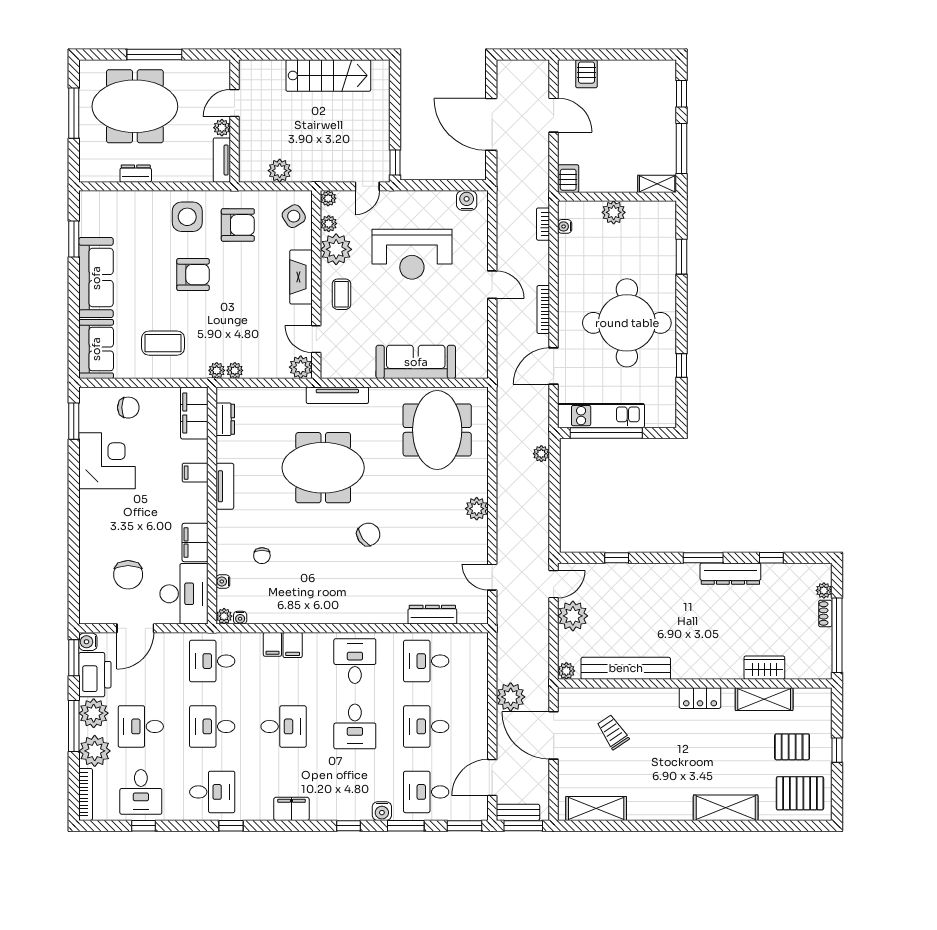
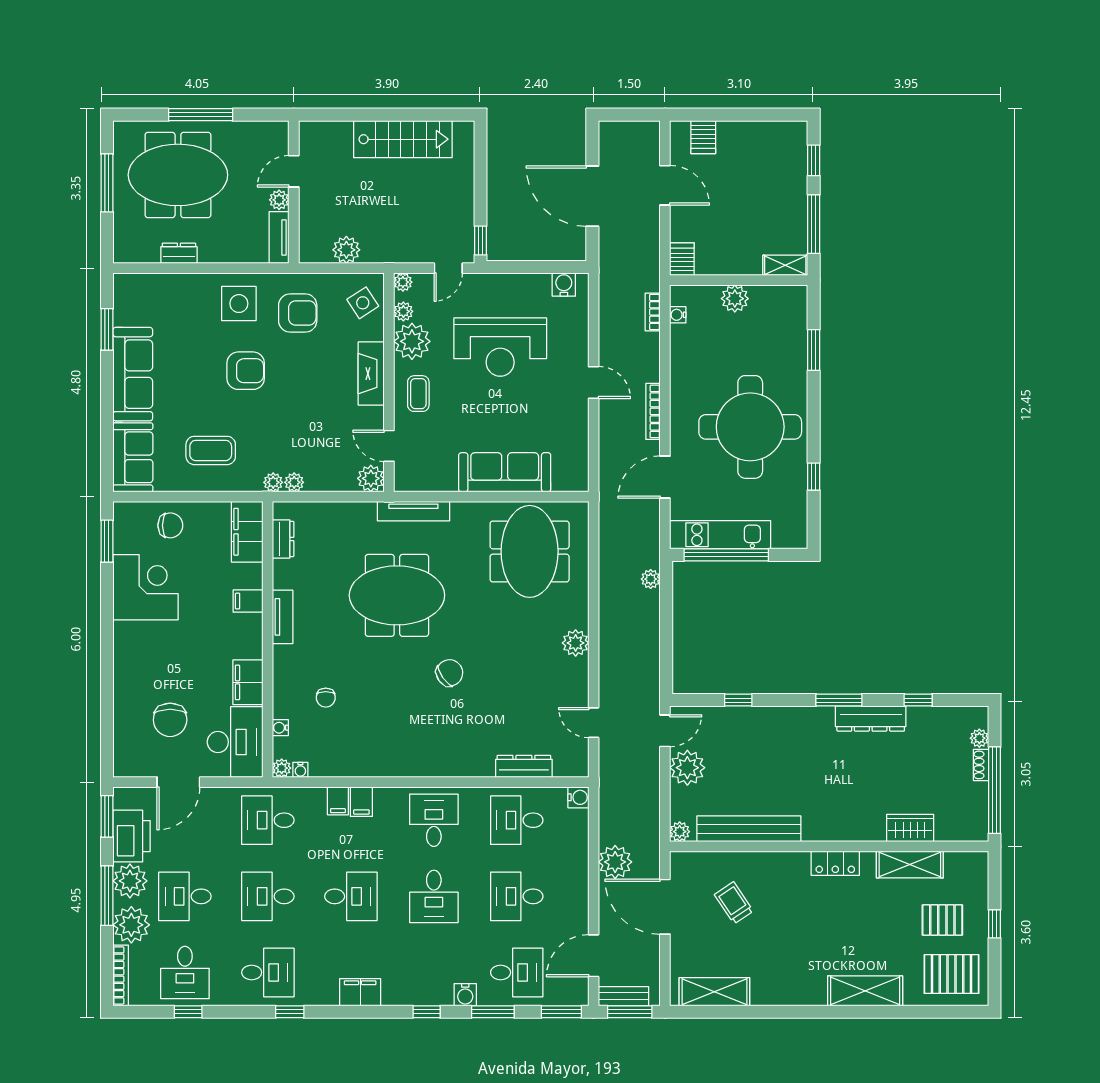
water cooler: (88, 642) -> (578, 797), moved, turned 180
desk: (426, 792) -> (517, 972), turned 180

